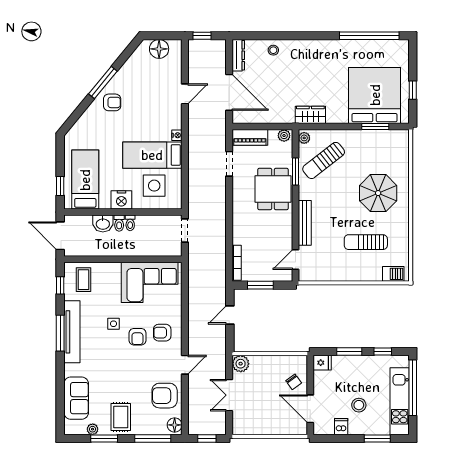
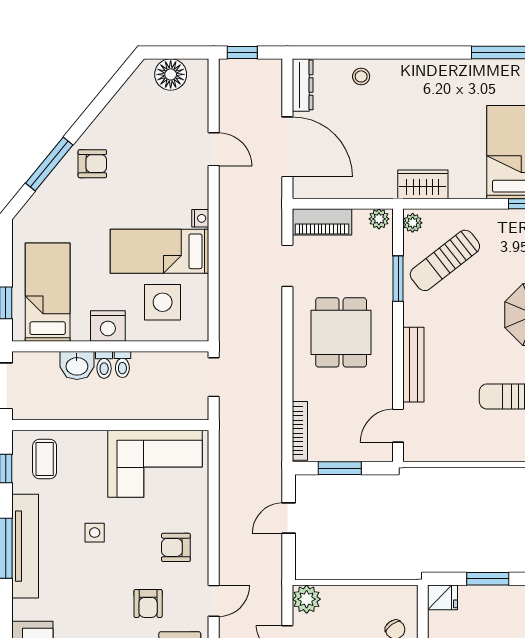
window: (103, 82) -> (49, 164), moved
door: (185, 94) -> (214, 149), hinge flipped
dining table: (273, 189) -> (341, 332), moved
armchair: (137, 337) -> (148, 604), moved

